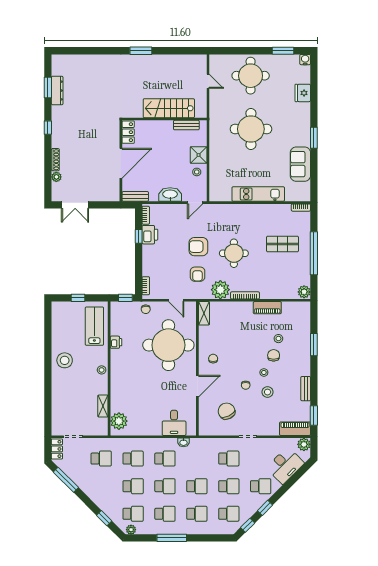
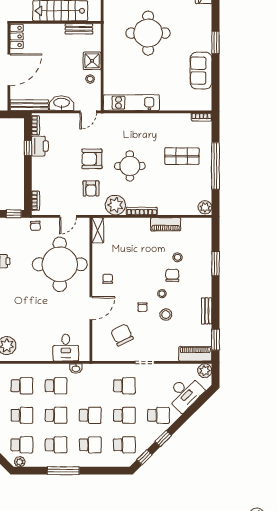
kitchen unit: (258, 194) -> (131, 103), moved
bench: (135, 196) -> (29, 105), width x1.36
door: (176, 300) -> (68, 216), hinge flipped

